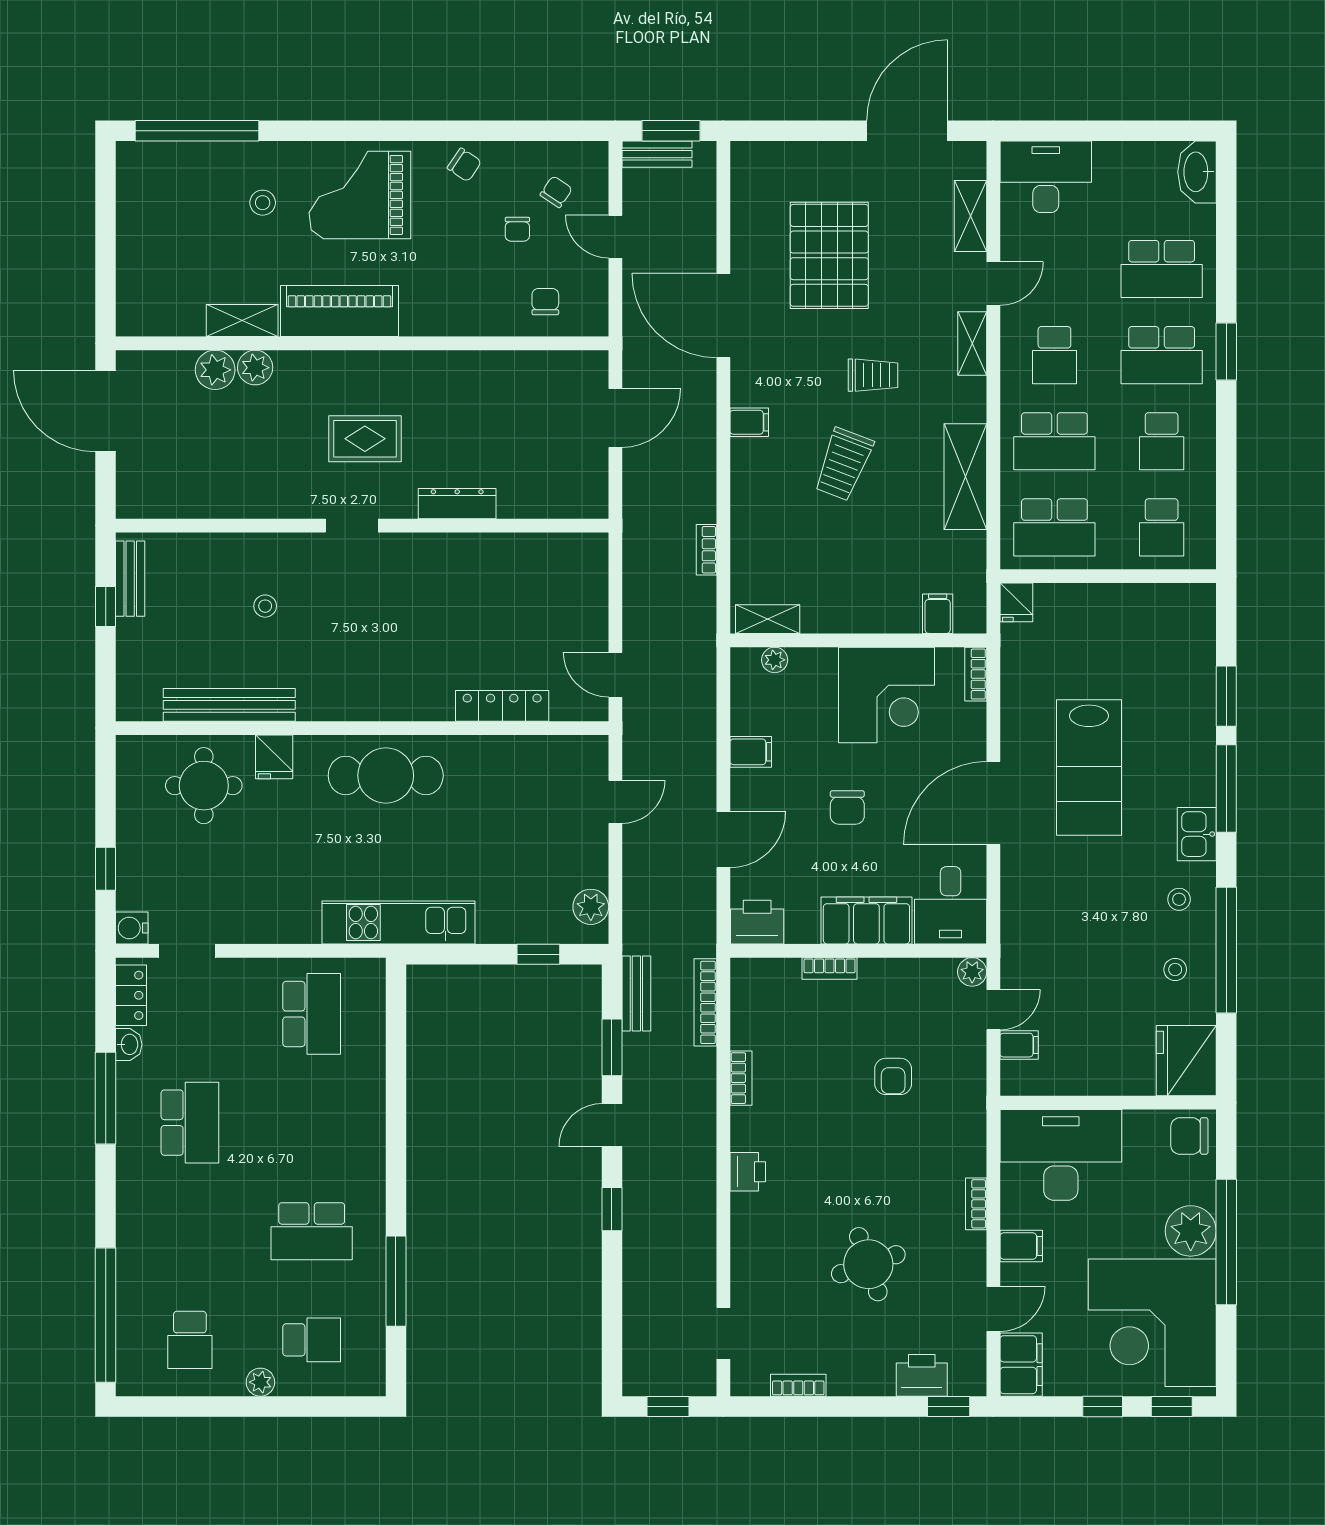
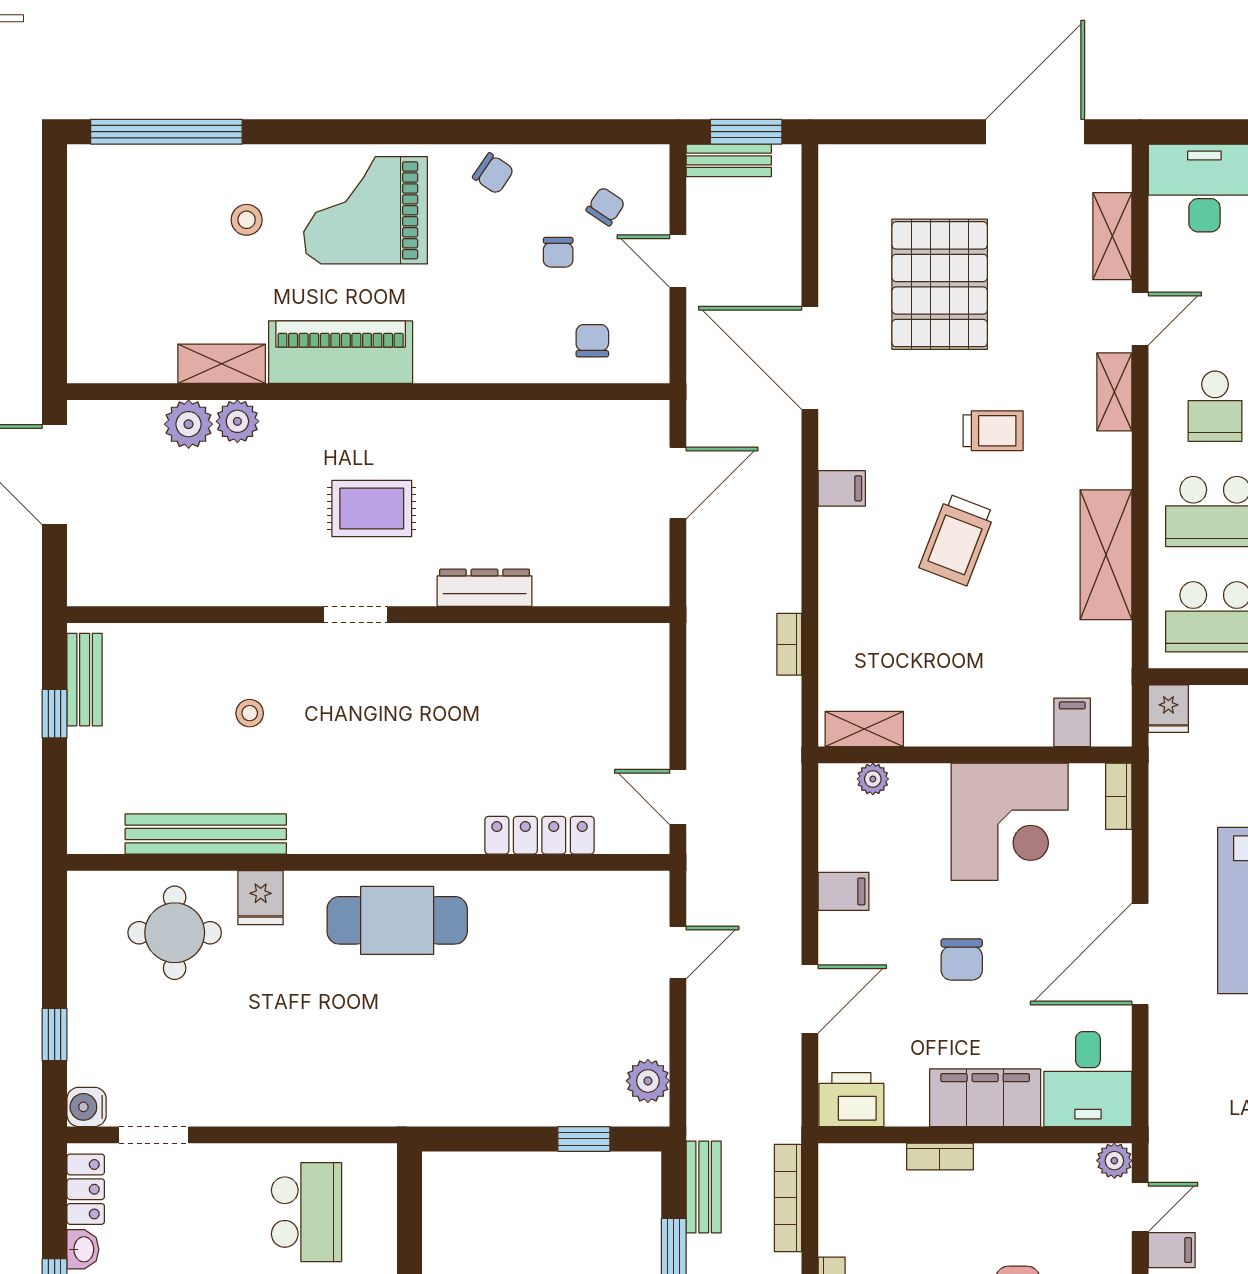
kitchen unit: (398, 923) -> (413, 1100), removed

